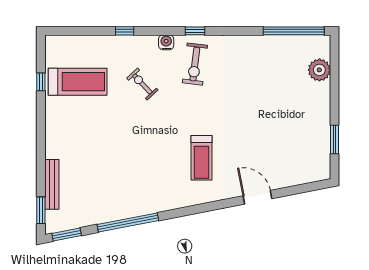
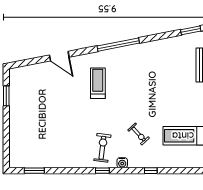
window: (294, 31) -> (34, 171), width x0.47
plant: (319, 70) -> (17, 144), removed
window: (128, 223) -> (118, 45), moved

